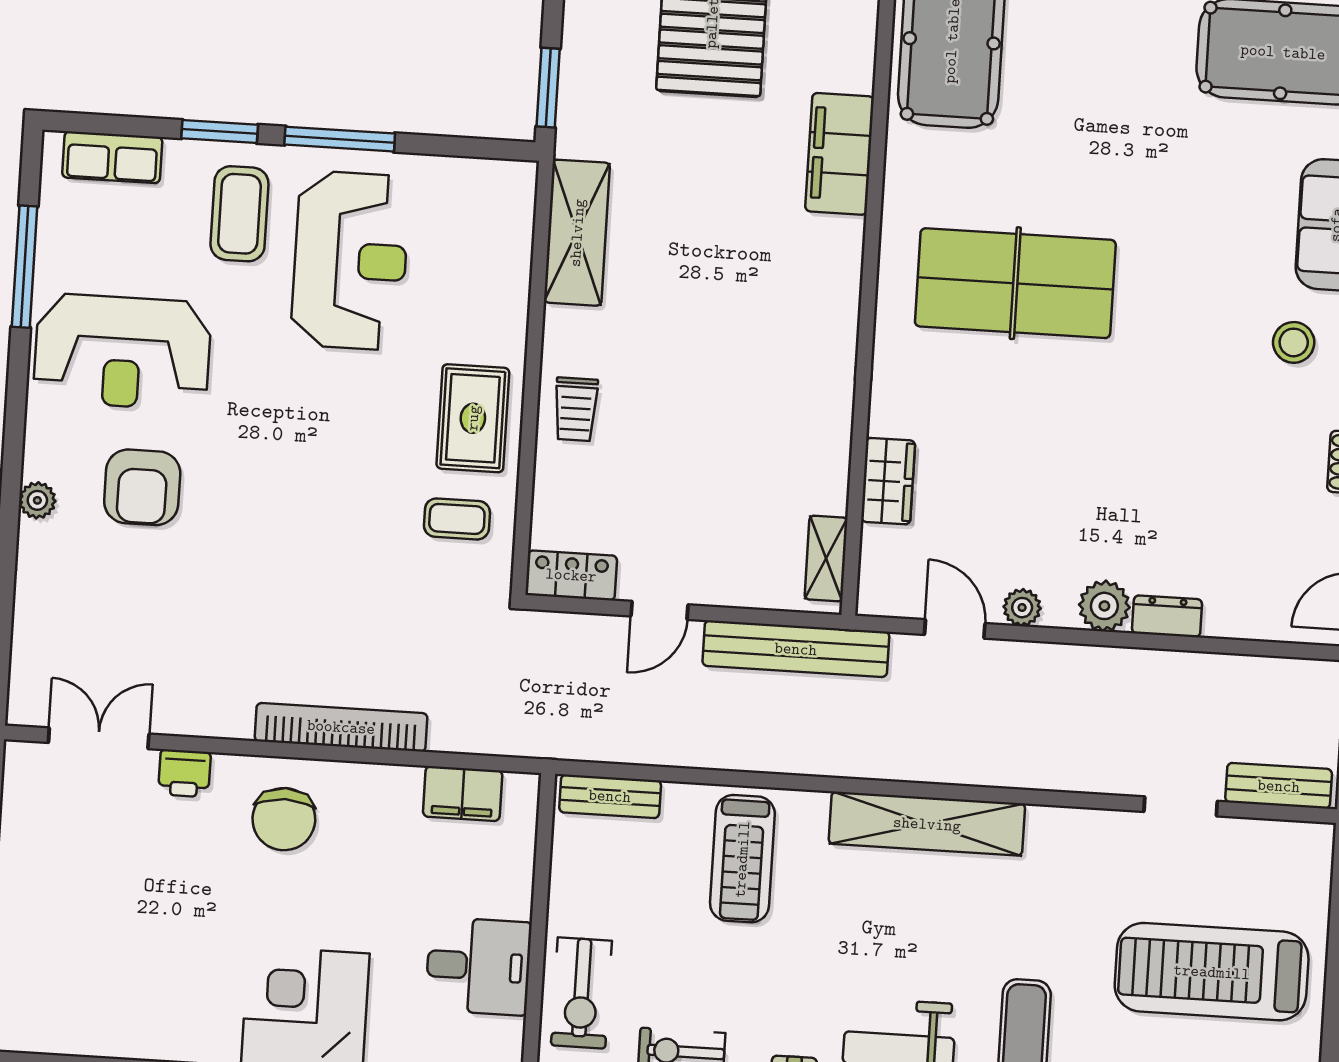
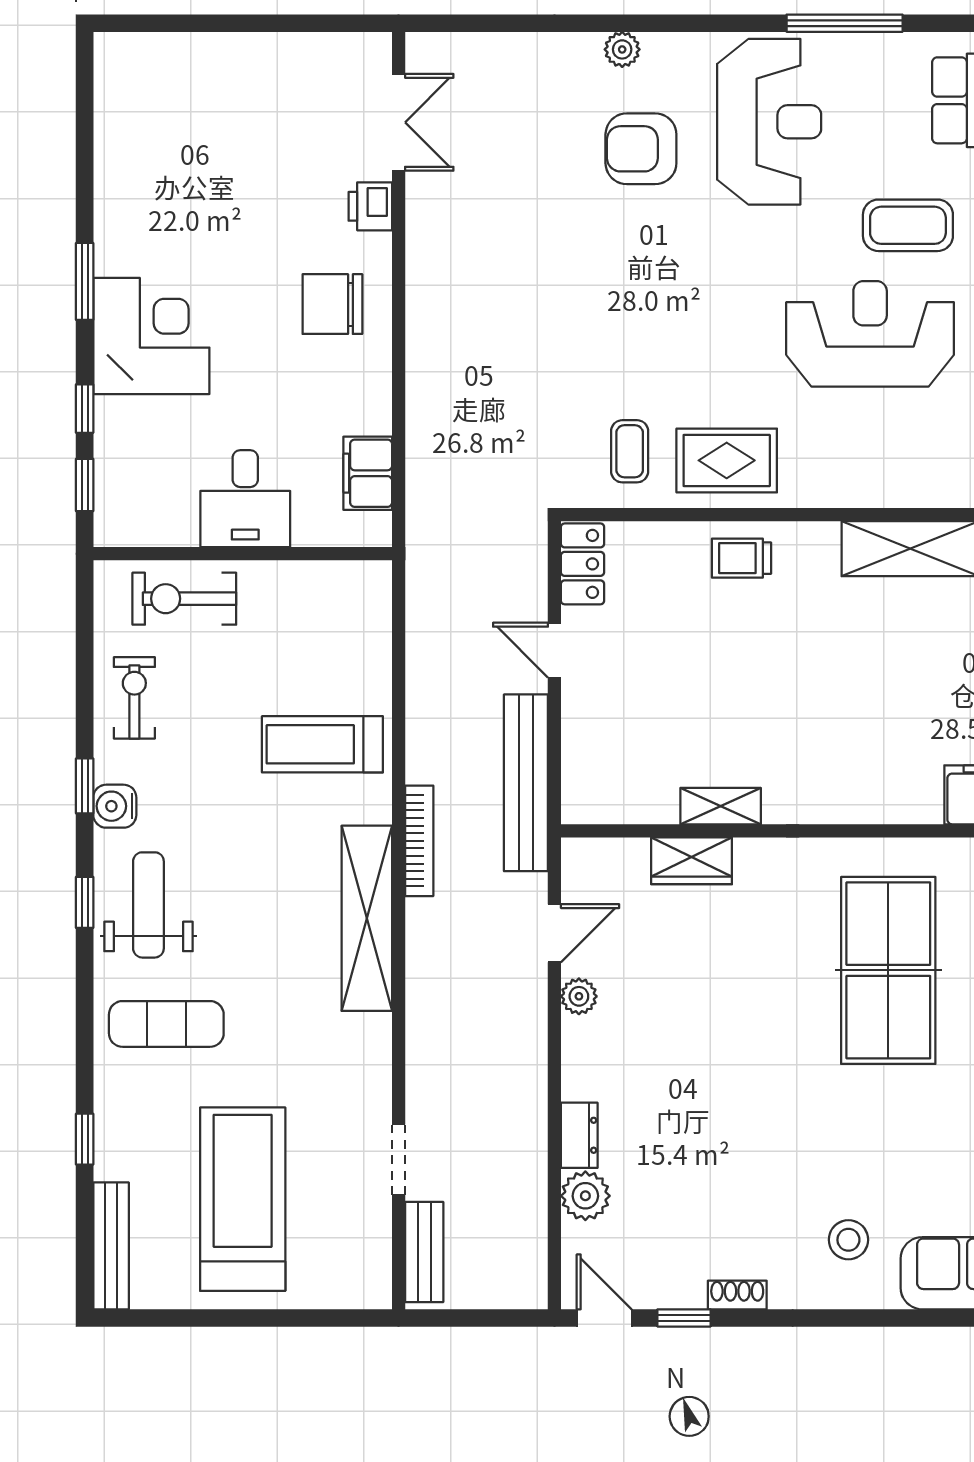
reception desk: (350, 260) -> (870, 334), turned 180
reception desk: (122, 352) -> (769, 122), turned 180
shelving: (826, 558) -> (721, 806), moved
plant: (1104, 606) -> (585, 1196), moved
bookcase: (341, 727) -> (419, 841), moved, width x0.68, depth x0.76
bench: (610, 796) -> (374, 614), removed
desk: (478, 966) -> (245, 499), moved

